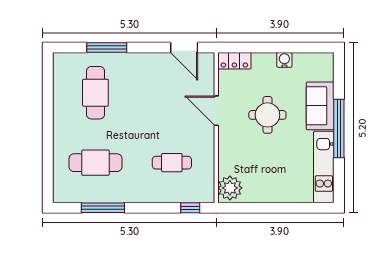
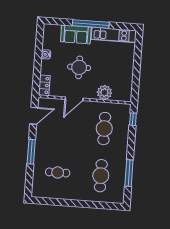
window: (107, 48) -> (31, 152), moved
cafe table: (95, 93) -> (58, 172), width x0.73, depth x0.74
cafe table: (172, 163) -> (104, 129), width x1.37, depth x1.35
plant: (230, 188) -> (104, 92), moved

